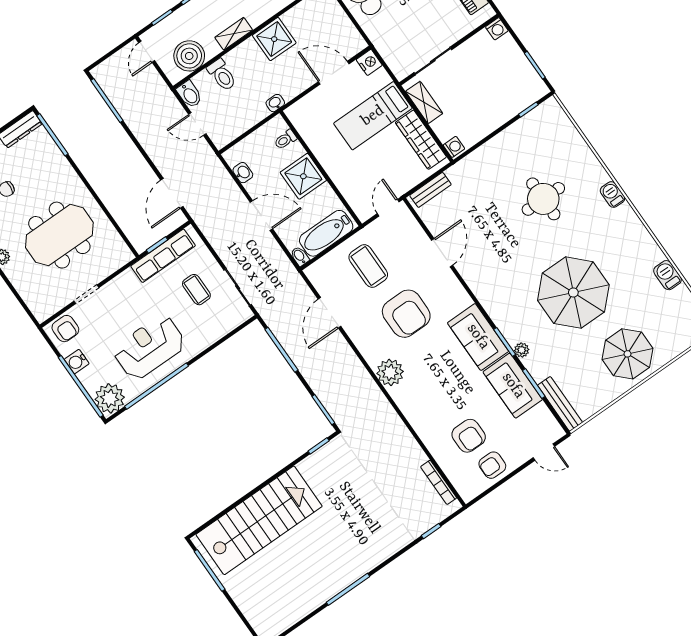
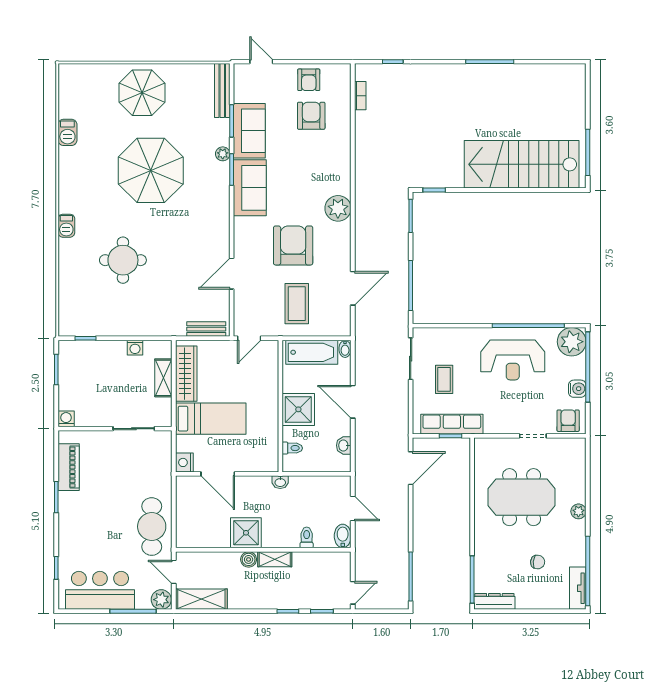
boiler: (189, 56) -> (249, 559), moved, width x0.54, depth x0.54
toilet: (222, 75) -> (307, 537), width x0.73, depth x0.72
shelving: (424, 102) -> (163, 378), moved
washing machine: (454, 147) -> (135, 348), moved, turned -90
armchair: (492, 465) -> (309, 80), turned 90
bookcase: (439, 482) -> (360, 96), width x0.64

